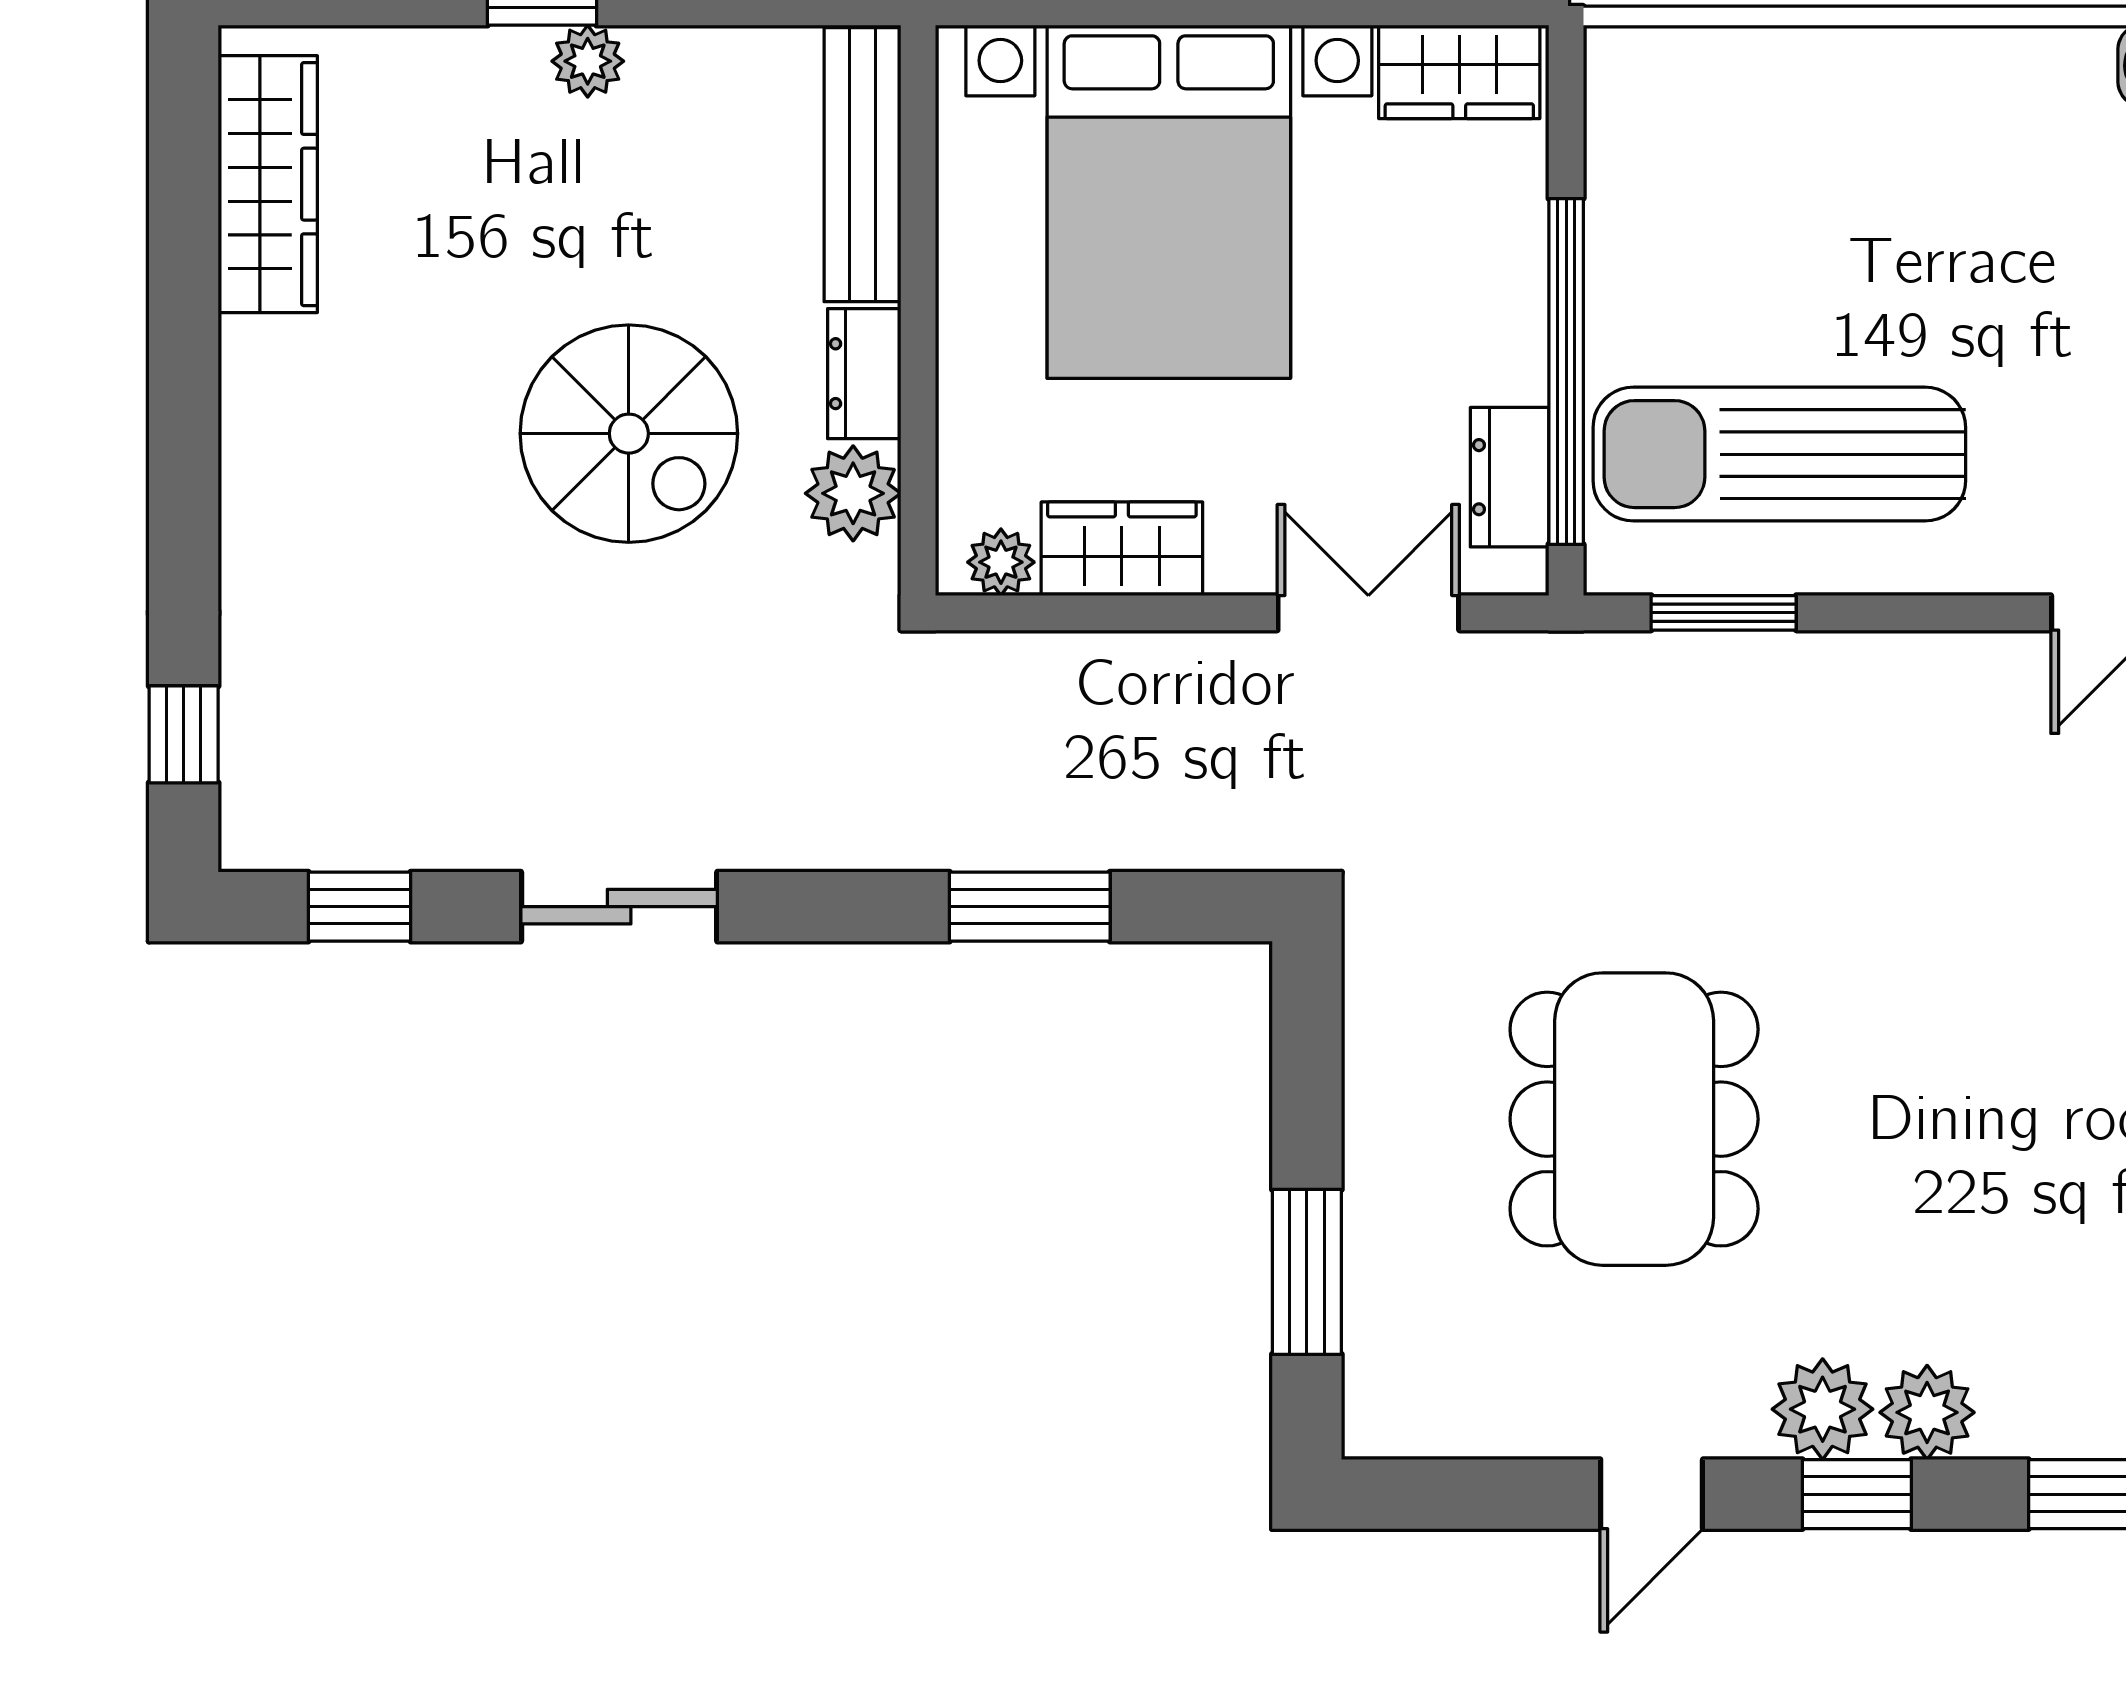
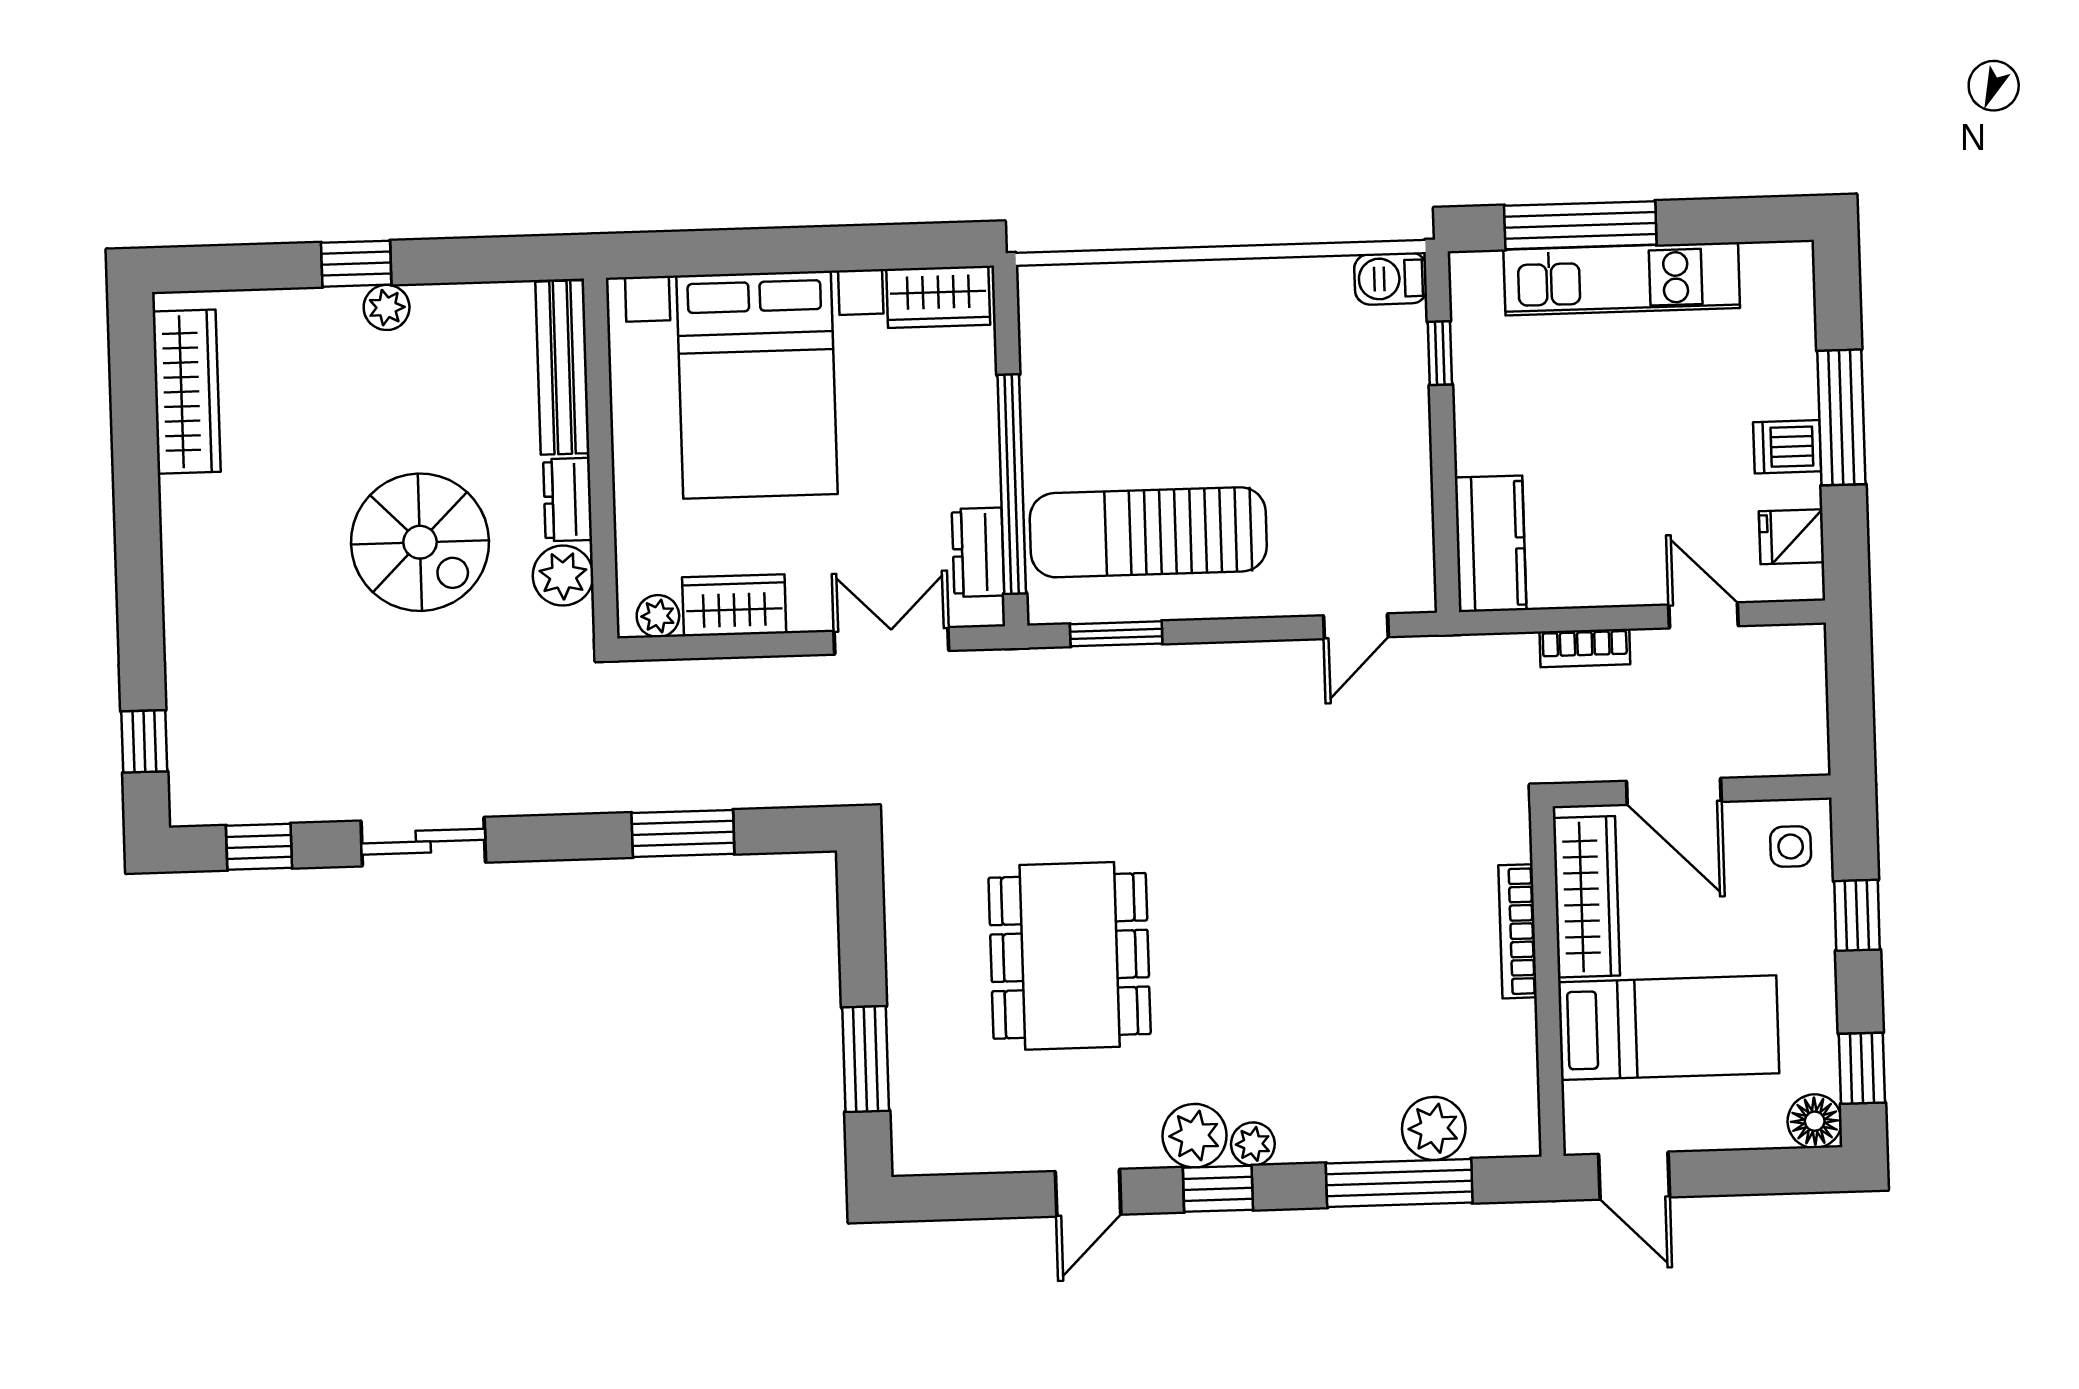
plant: (1927, 1412) -> (1253, 1144), width x0.73, depth x0.73

